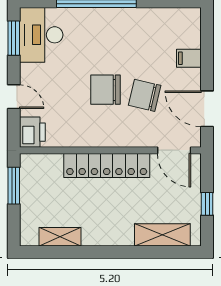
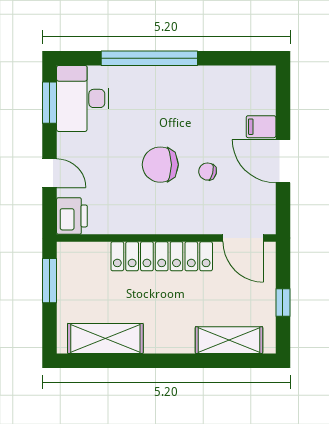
chair: (145, 95) -> (208, 172), width x0.54, depth x0.54
door: (207, 109) -> (283, 161), moved
shelving: (60, 237) -> (105, 338), width x1.50, depth x1.33

